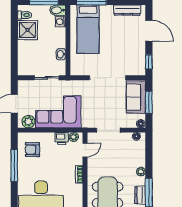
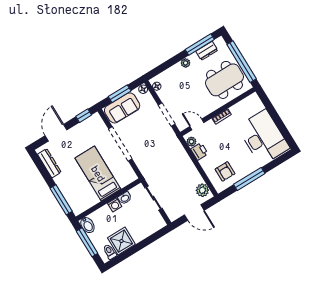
washing machine: (61, 22) -> (115, 205), moved
bed: (88, 29) -> (98, 174), moved, turned -90
corner sofa: (58, 112) -> (178, 169), removed

